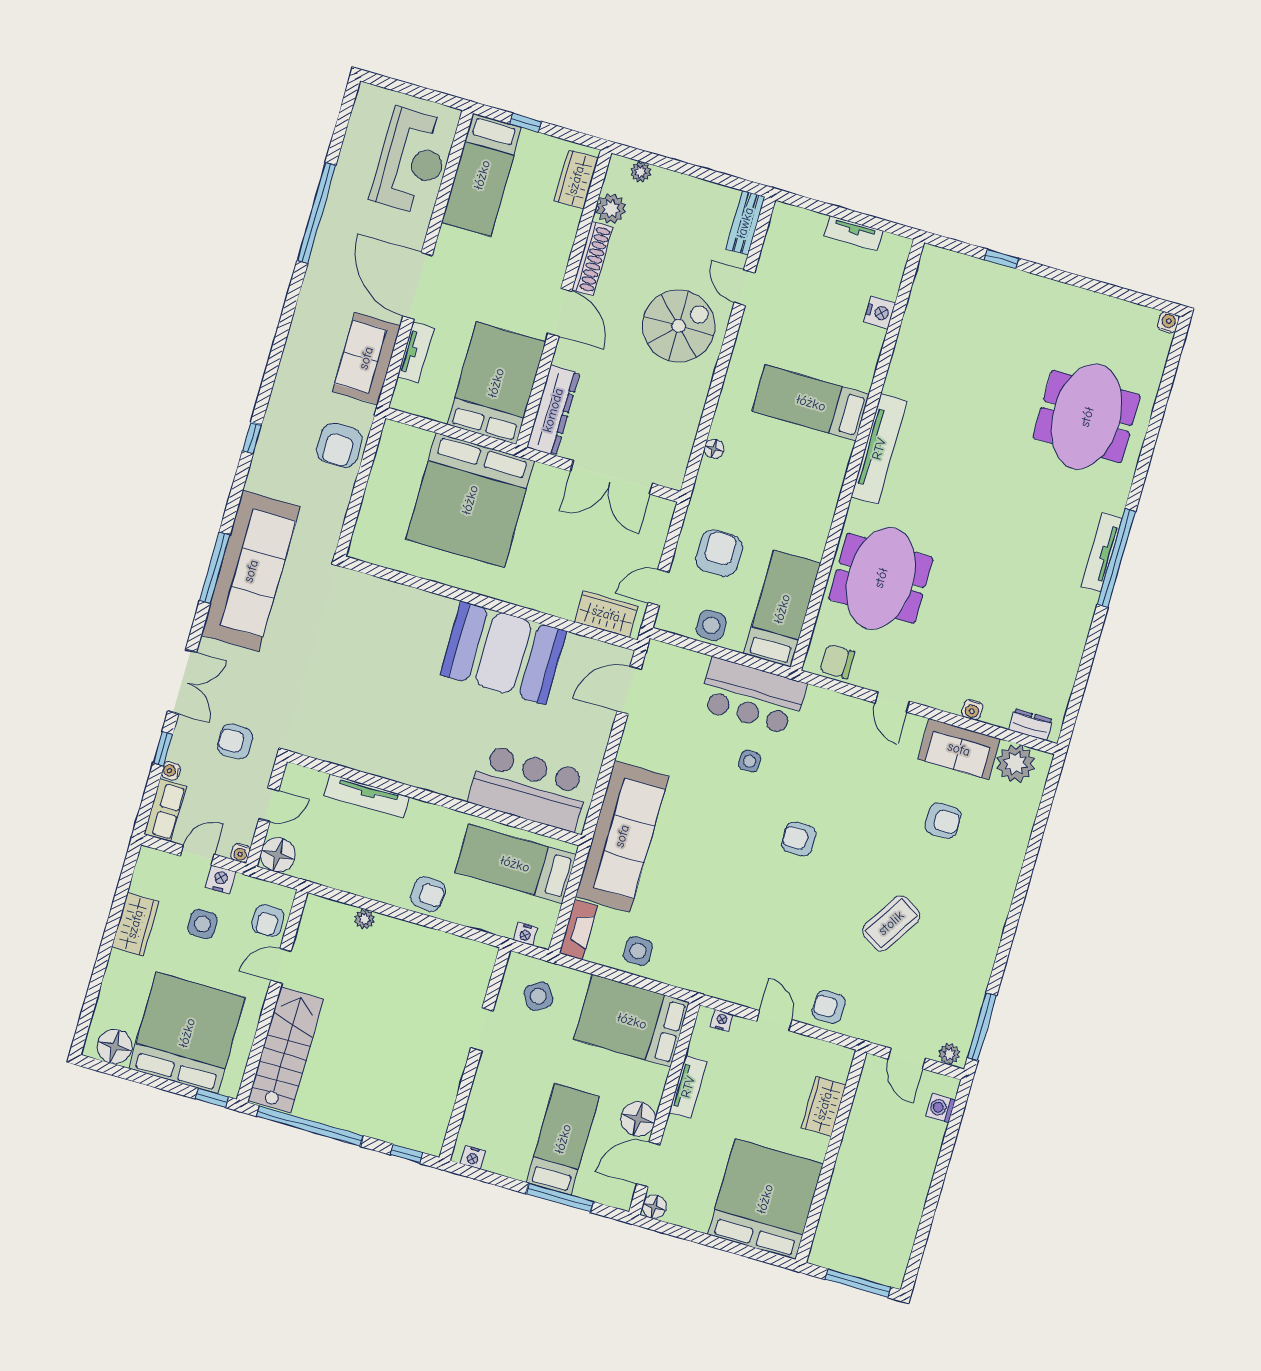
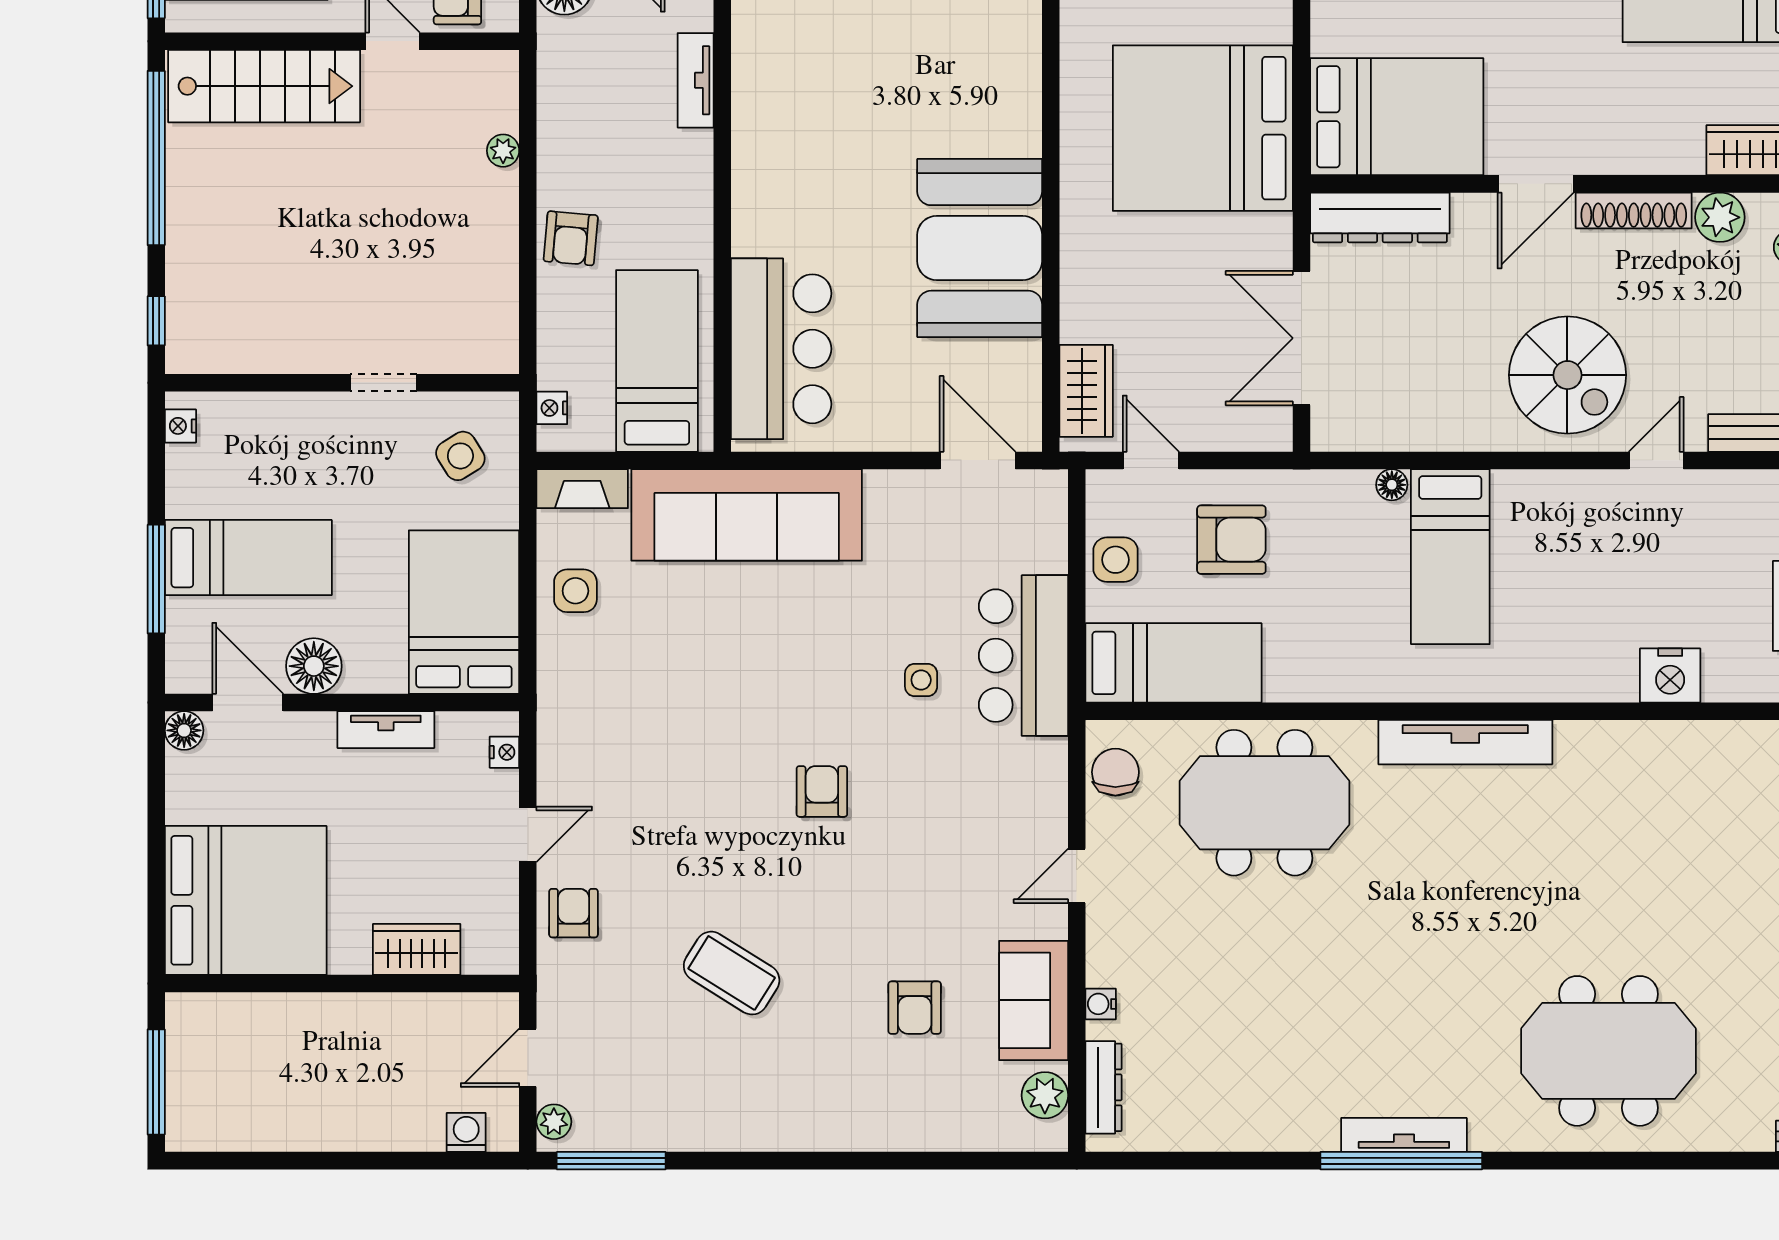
nightstand: (880, 312) -> (1670, 675), width x1.36, depth x1.33
bed: (811, 403) -> (1450, 557), moved, turned 180
dresser: (1031, 725) -> (1104, 1087), width x1.44
plant: (1016, 763) -> (1045, 1095), width x0.73, depth x0.73
tv unit: (367, 796) -> (696, 80), width x0.71

